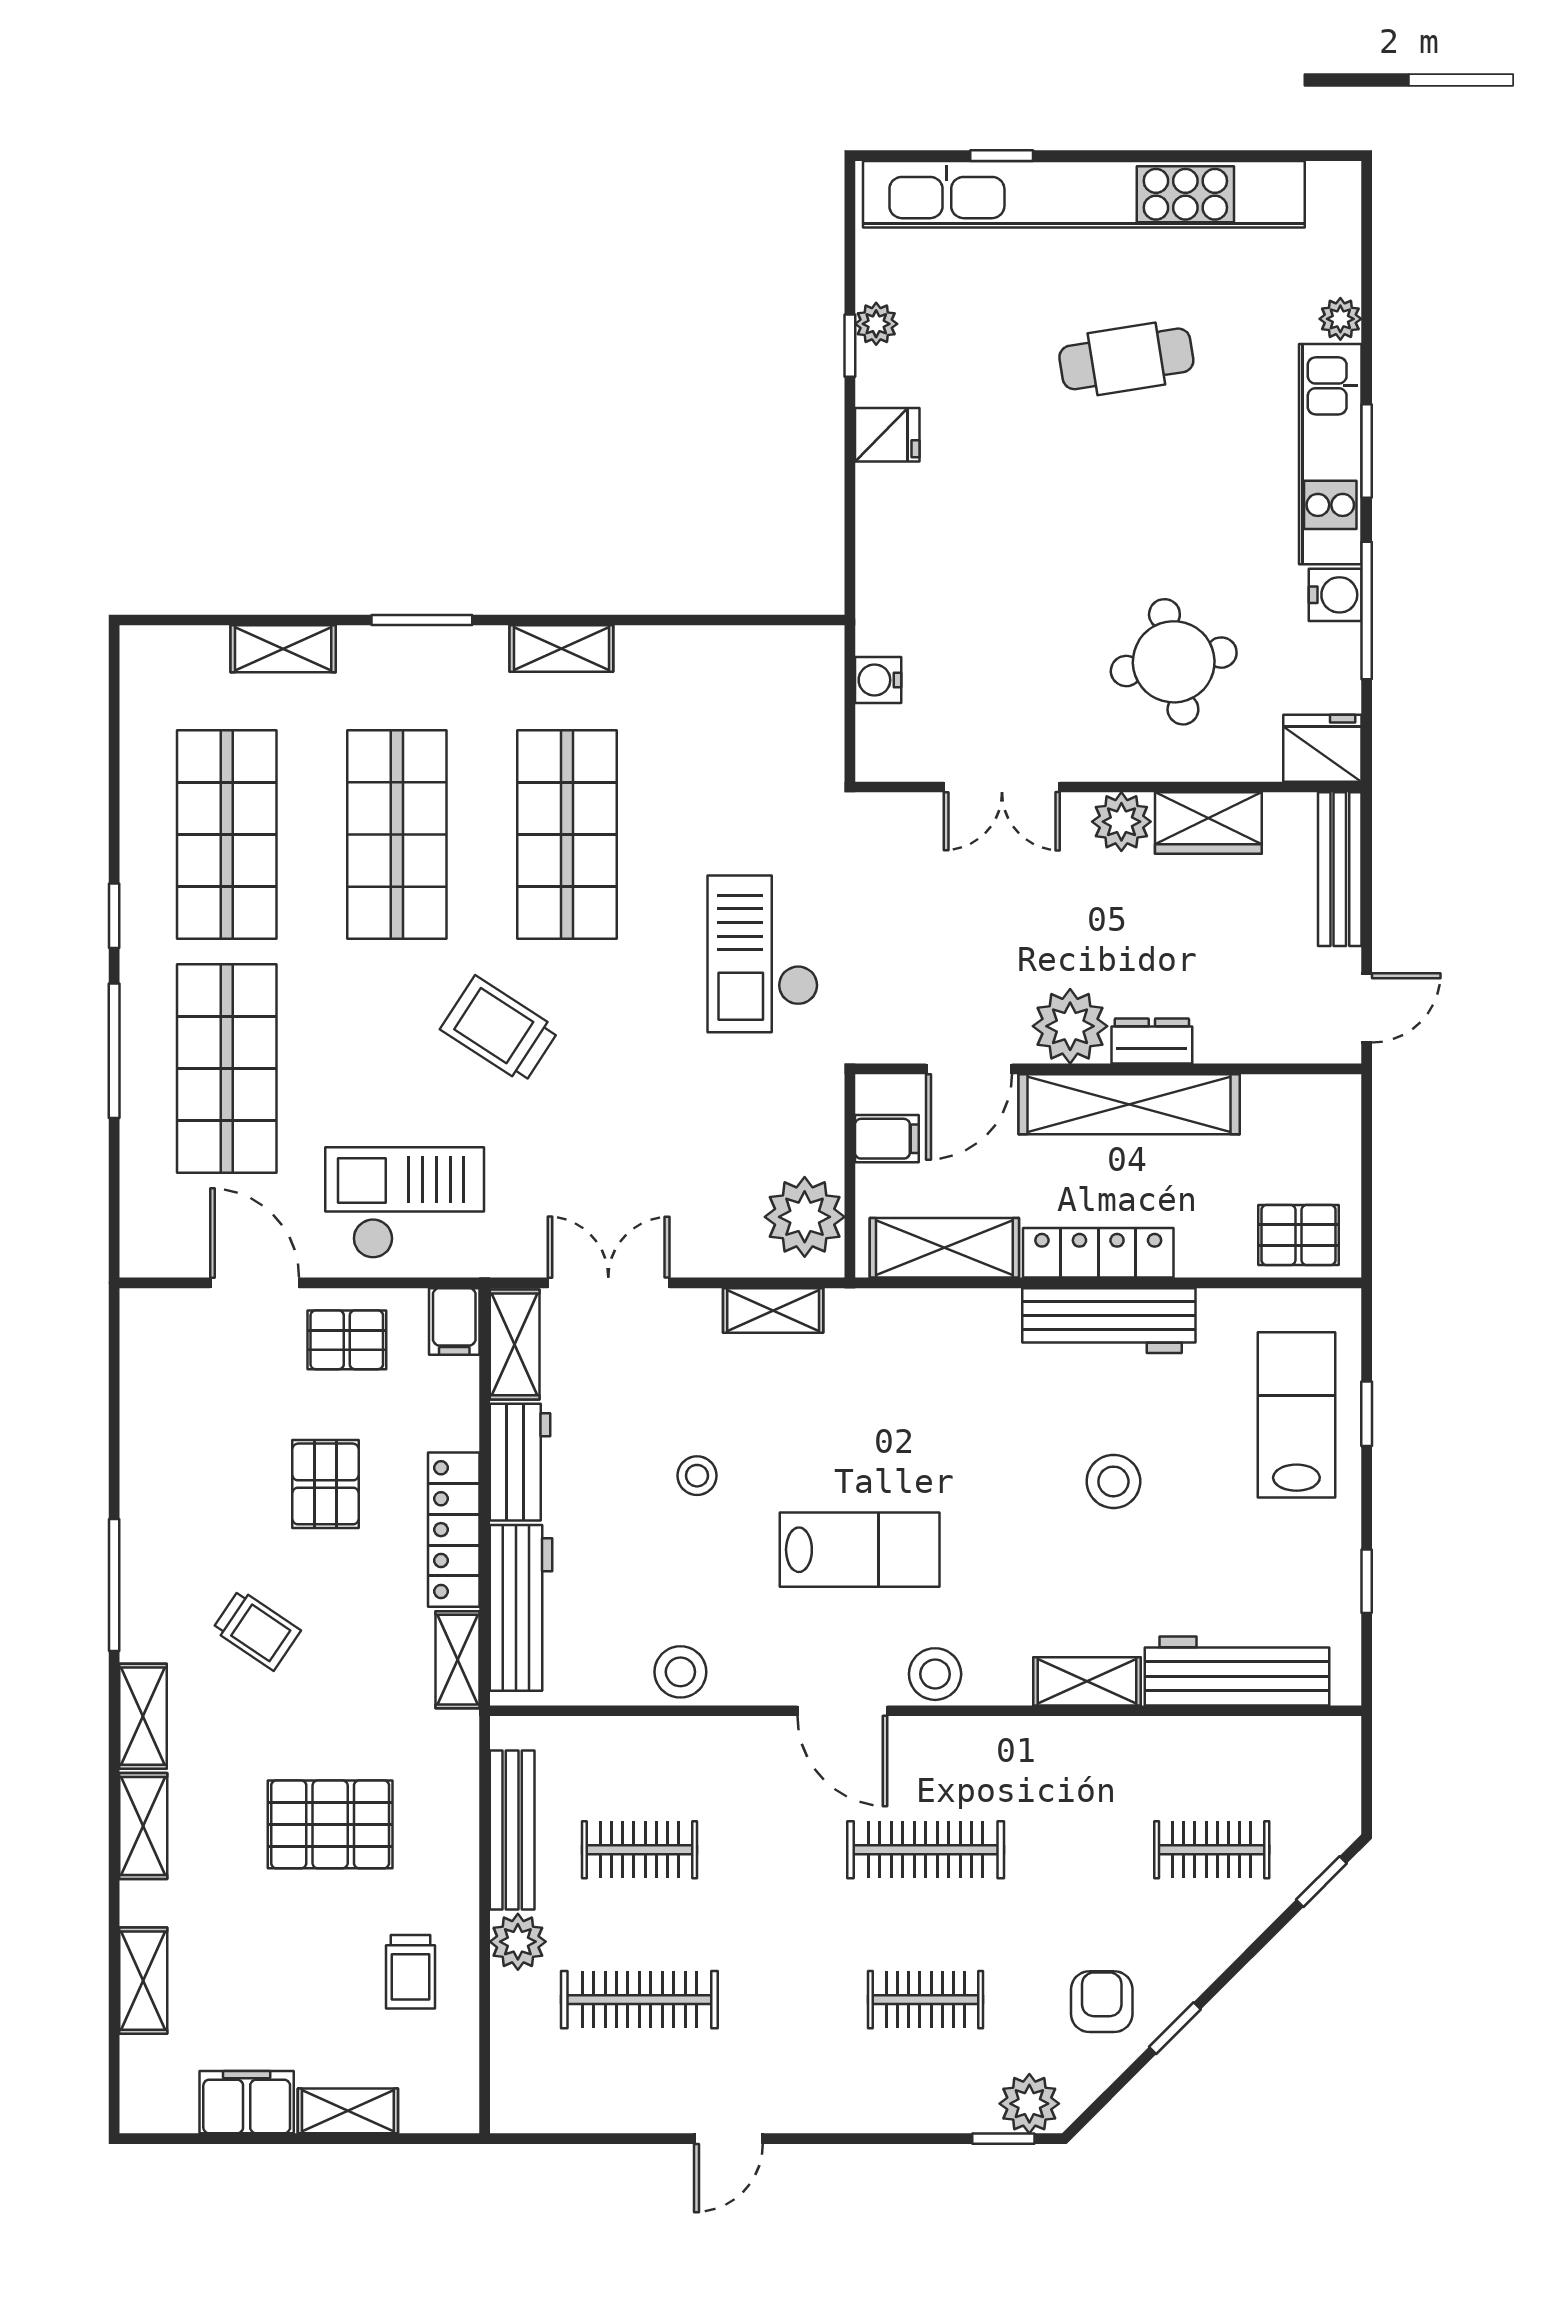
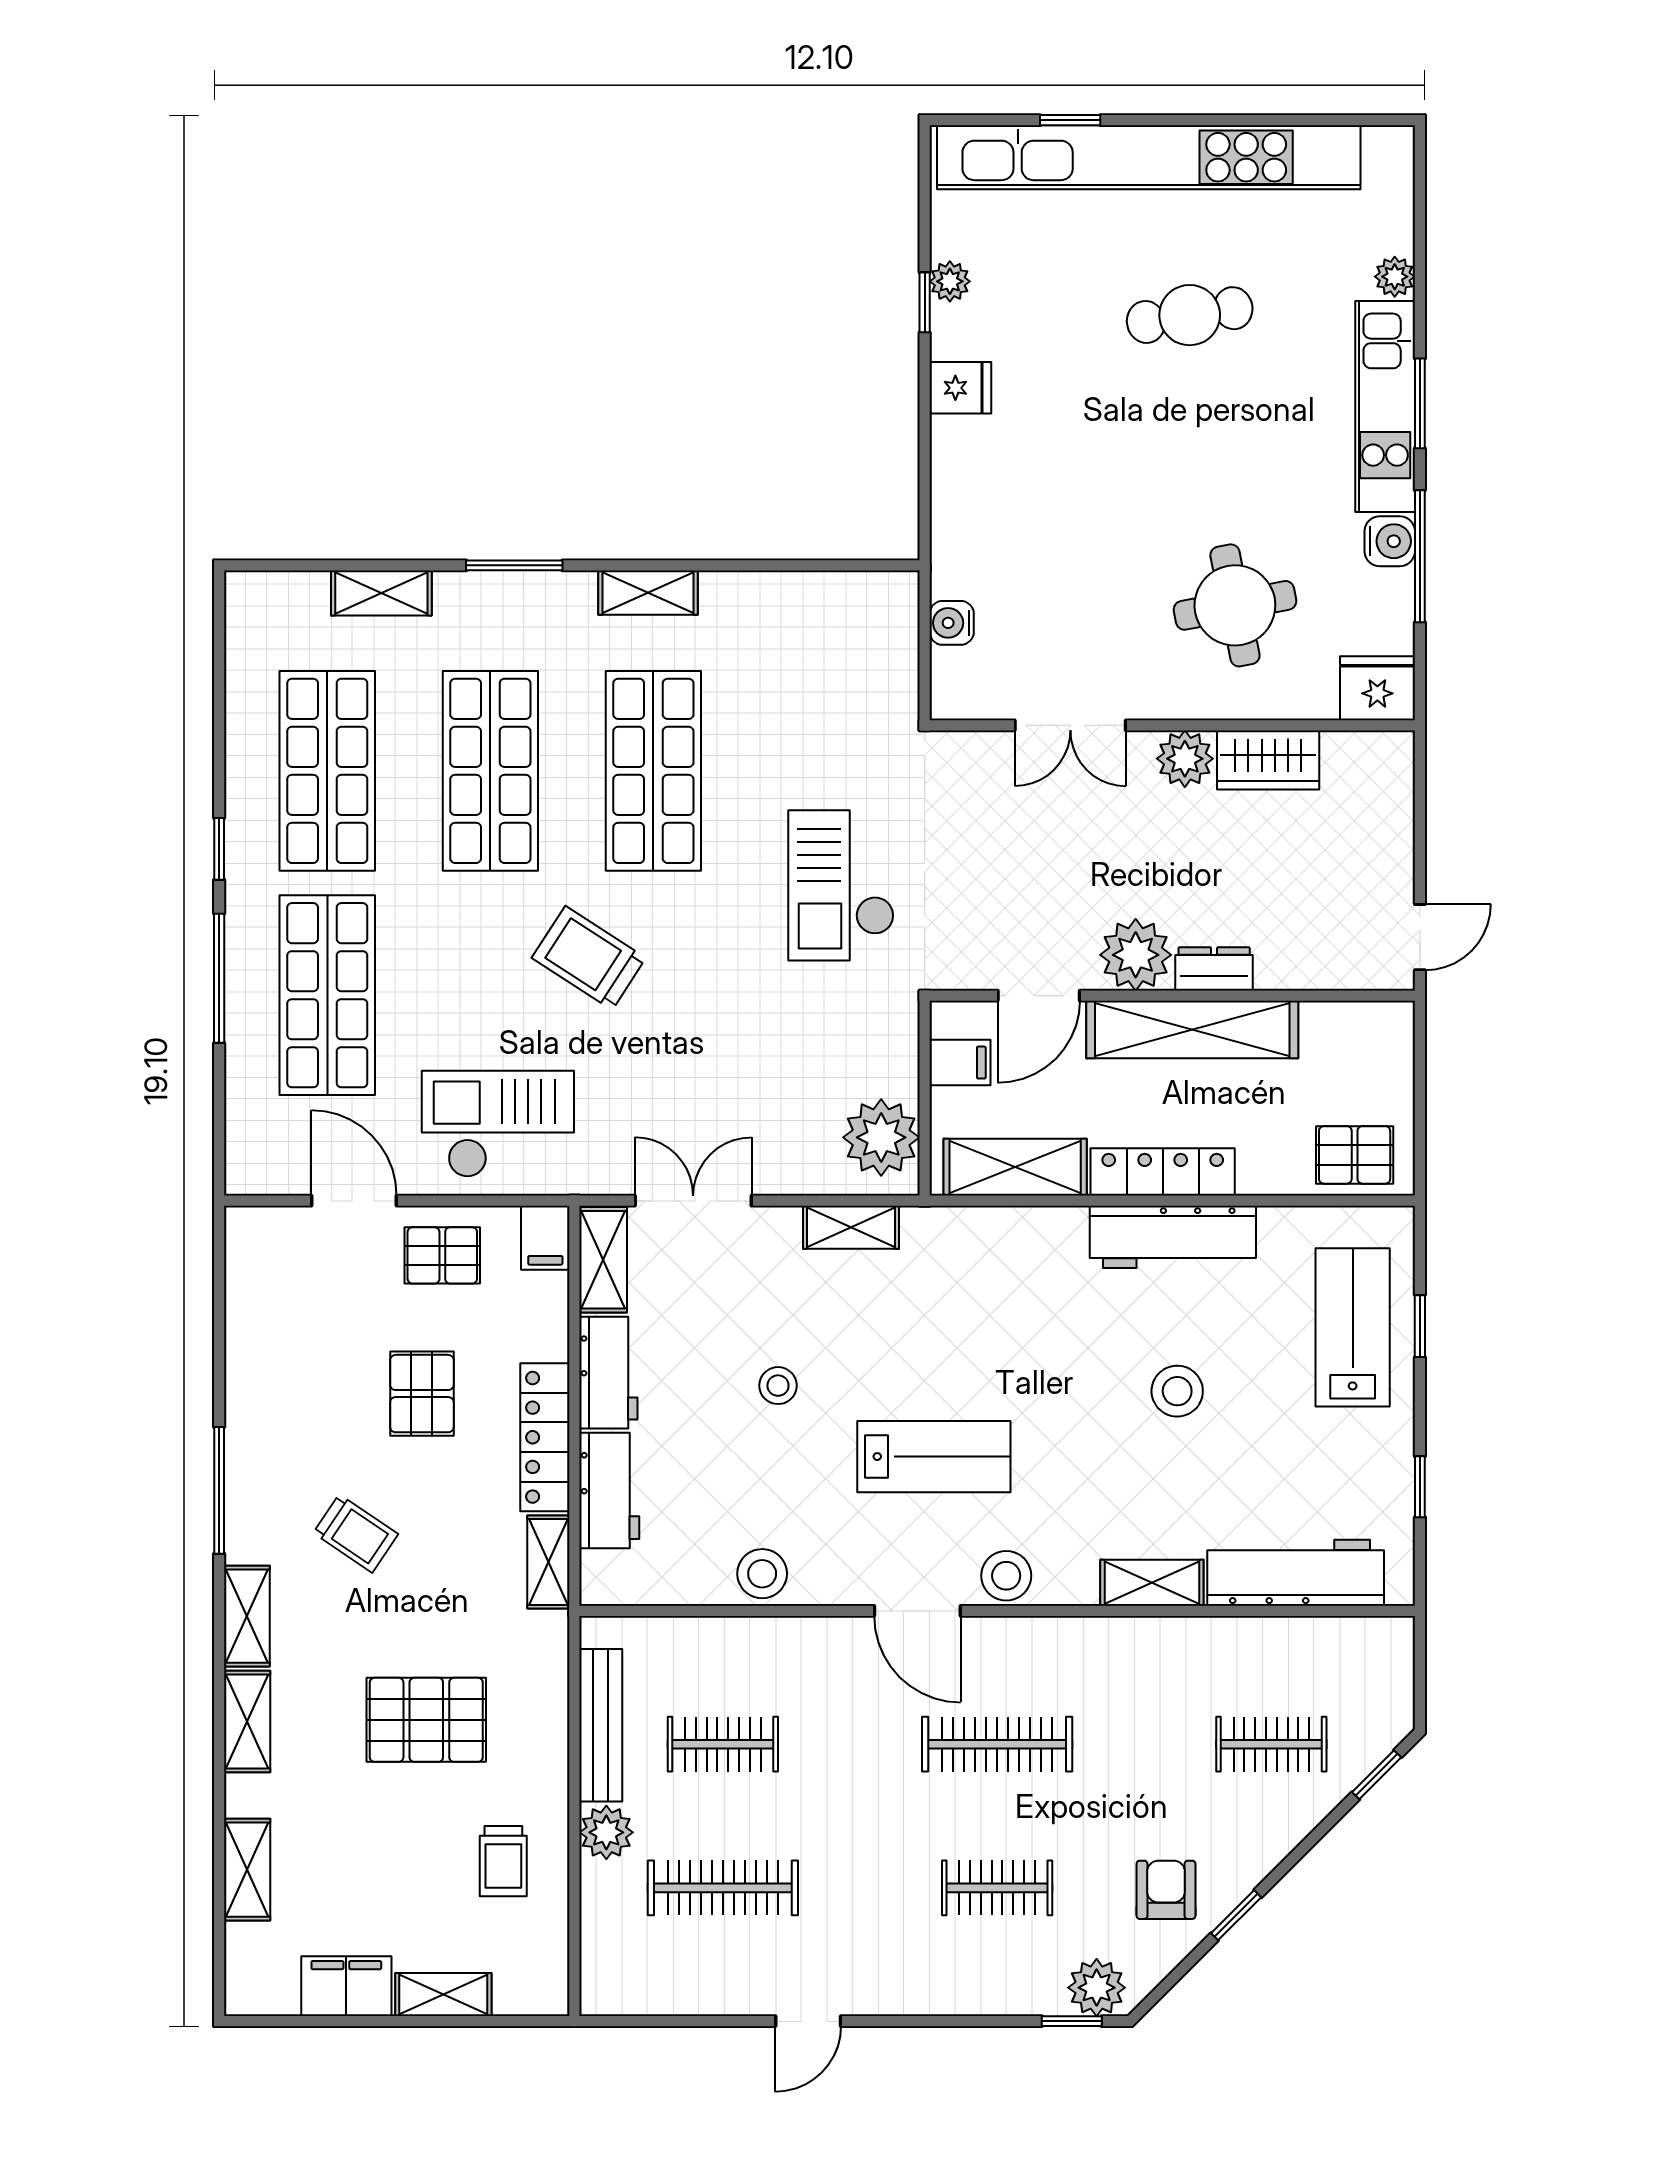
bench: (1340, 869) -> (1394, 804), removed
workbench: (521, 1608) -> (609, 1491), width x0.73

